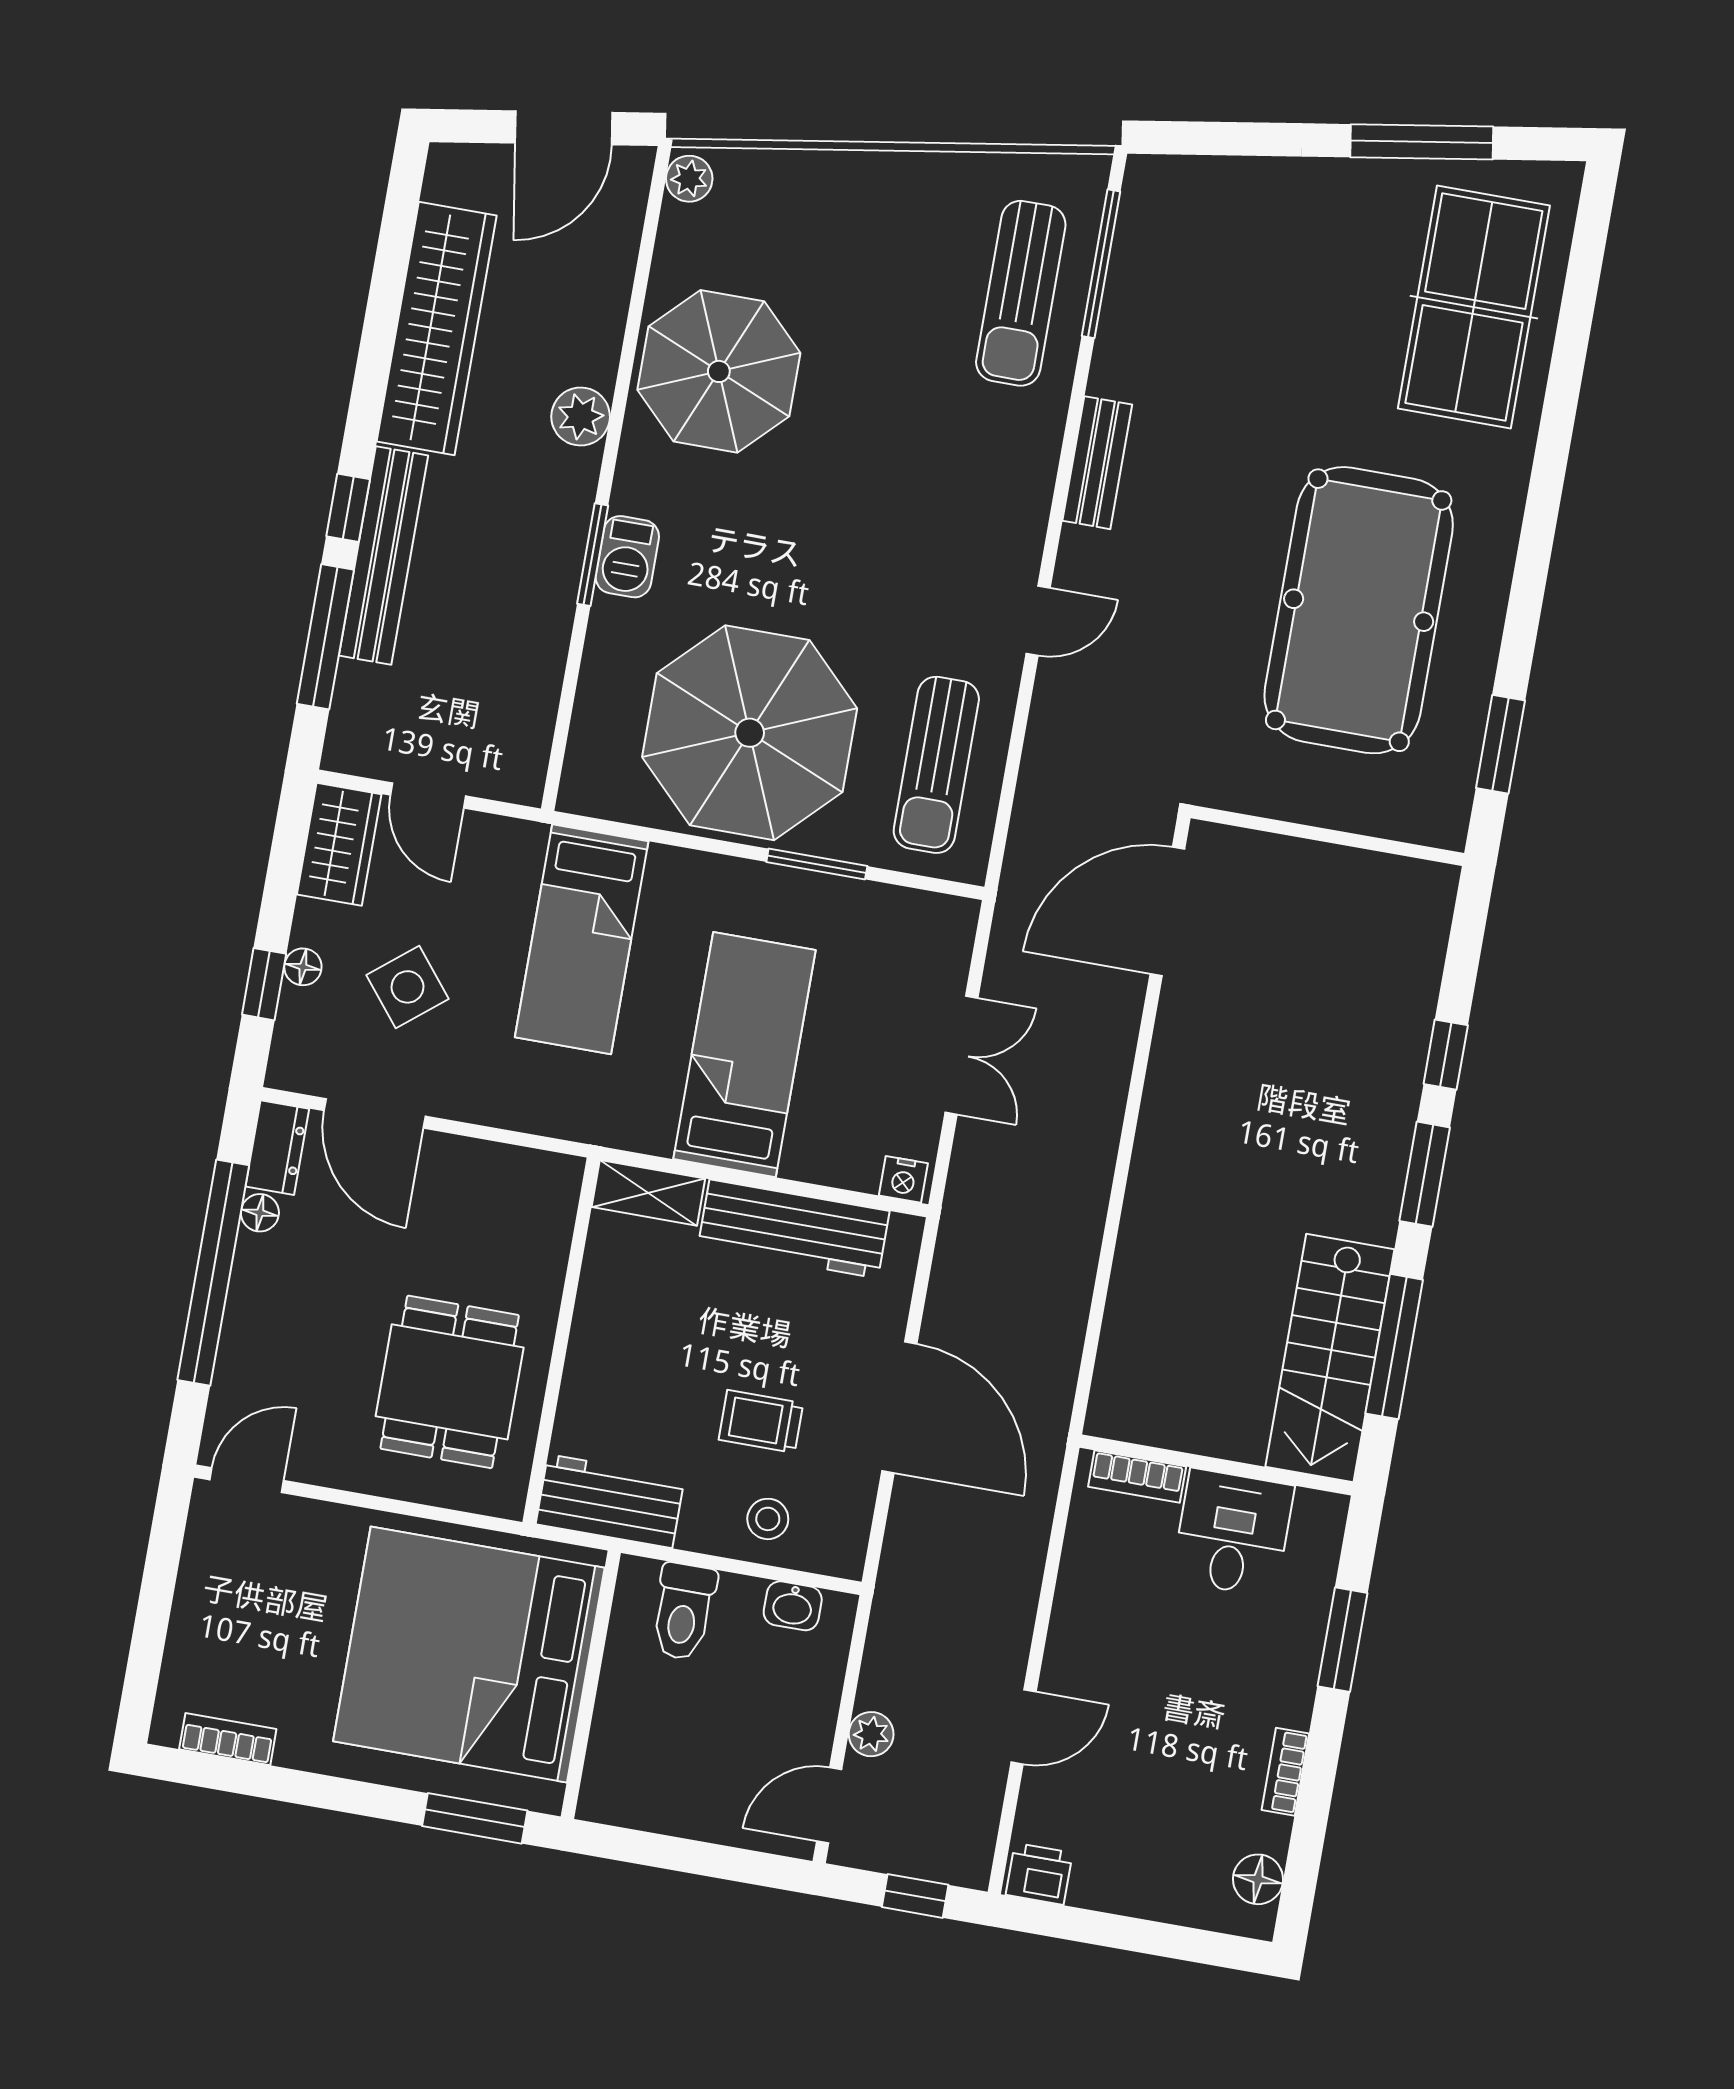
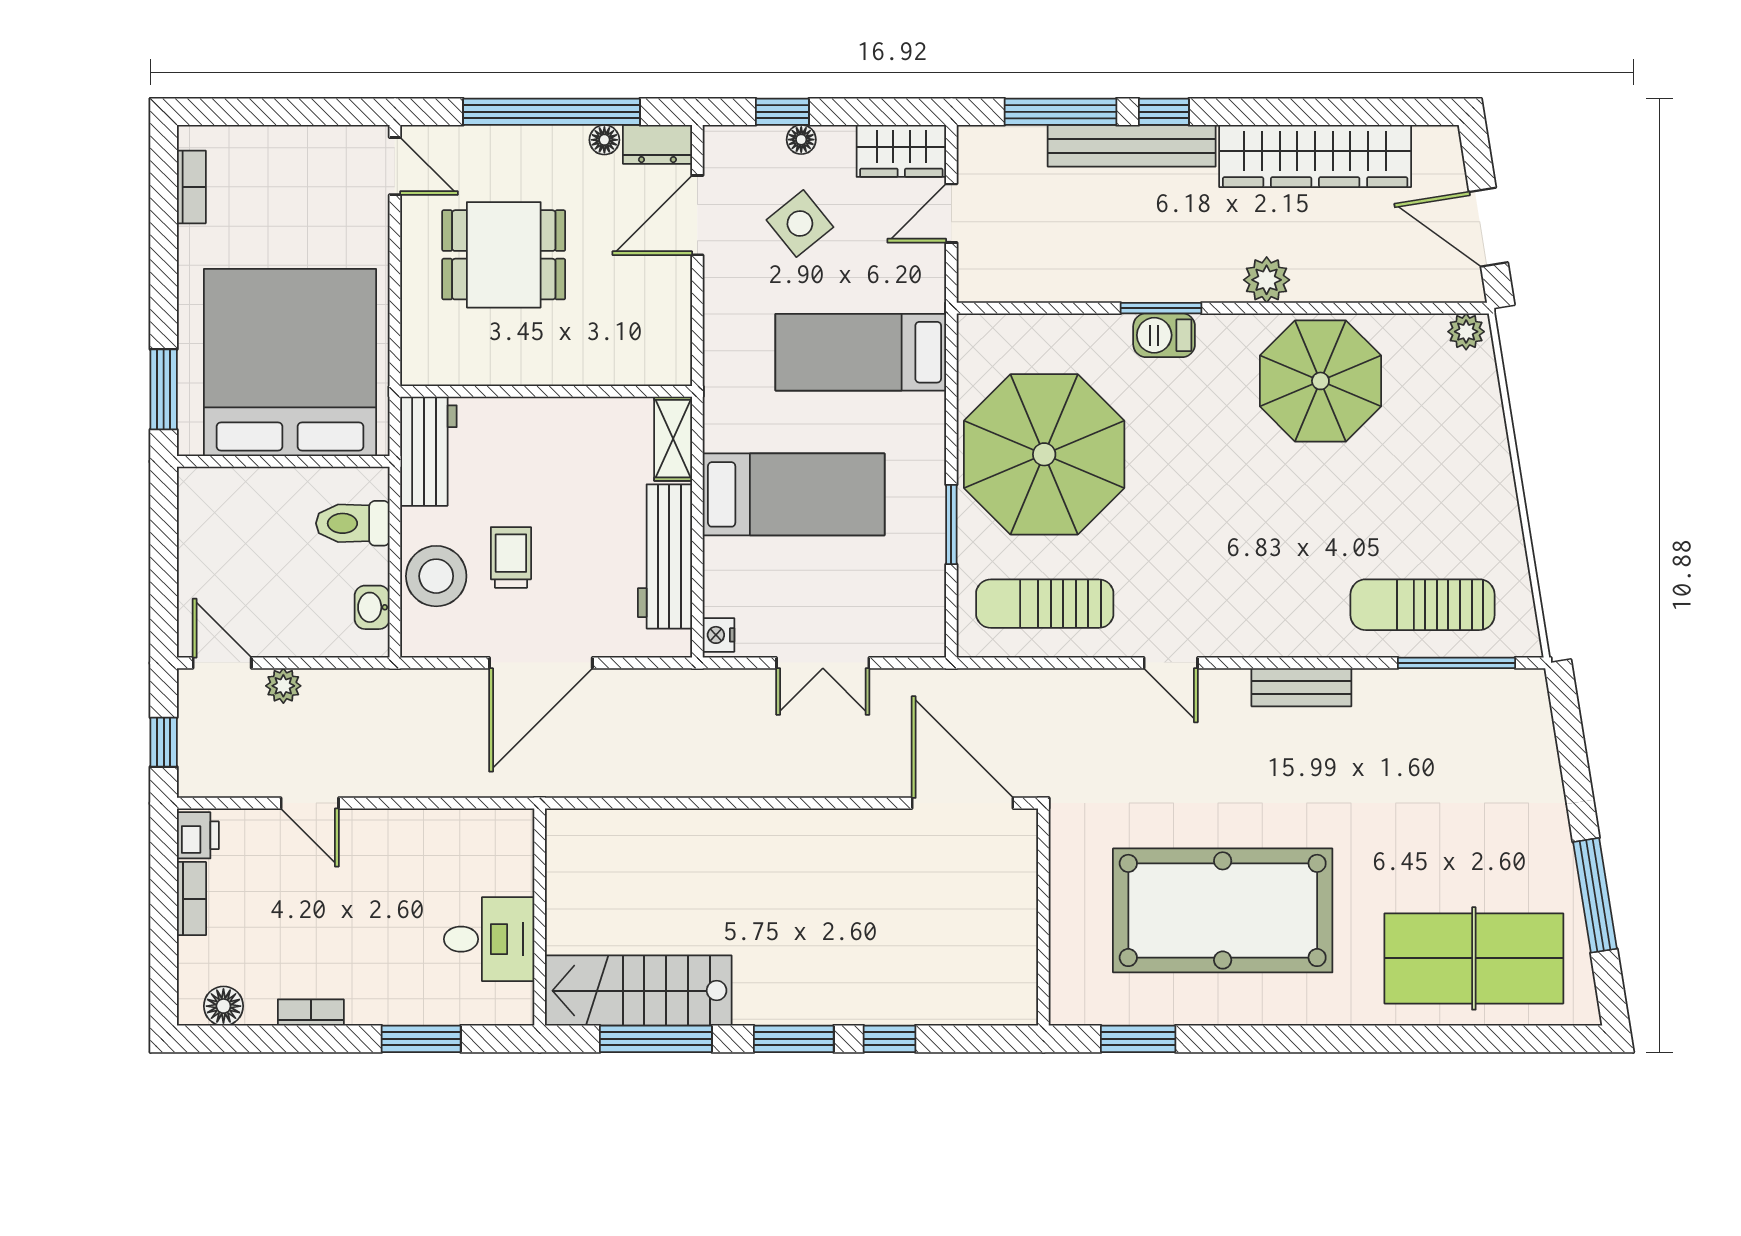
dining table: (450, 1382) -> (504, 255), moved
bookcase: (1137, 1477) -> (191, 899), moved, turned 180
stool: (768, 1519) -> (436, 576), width x1.89, depth x1.89

